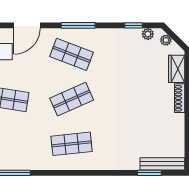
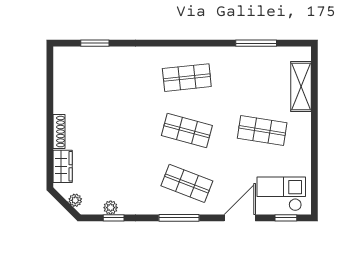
plant: (148, 34) -> (111, 208), moved
shop shelf: (72, 99) -> (187, 130), turned 39
bench: (162, 164) -> (79, 54), removed

